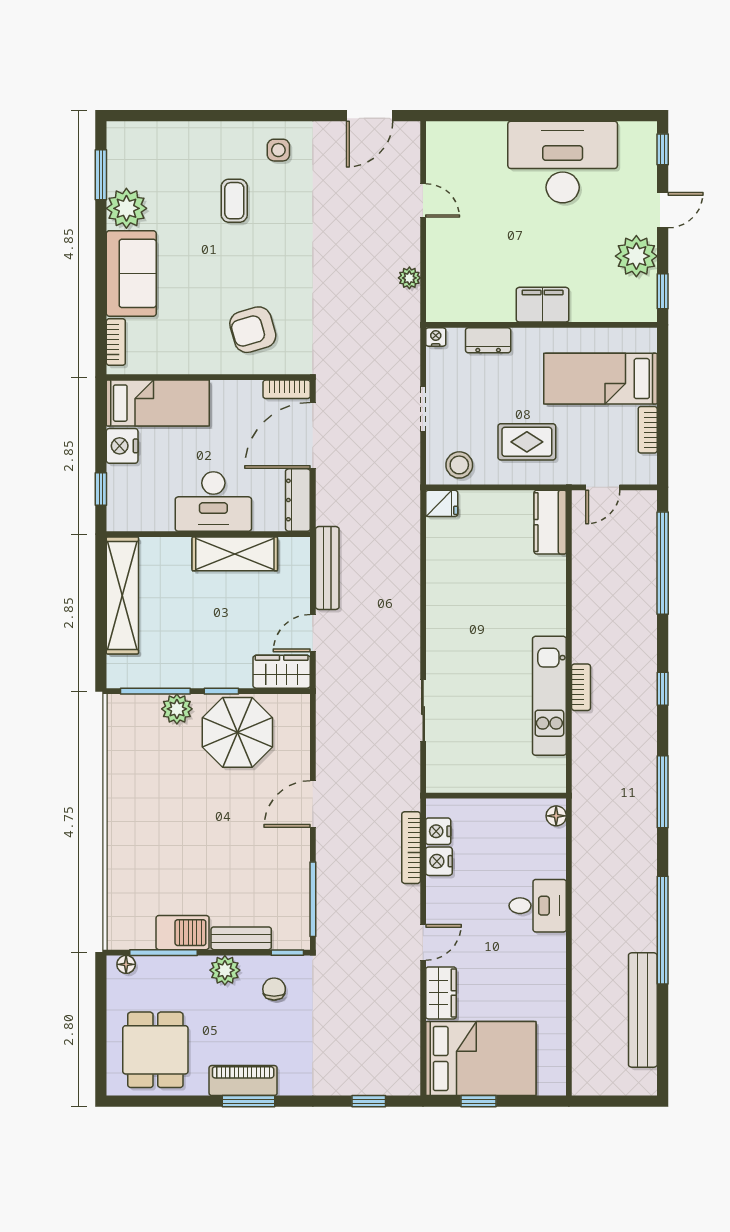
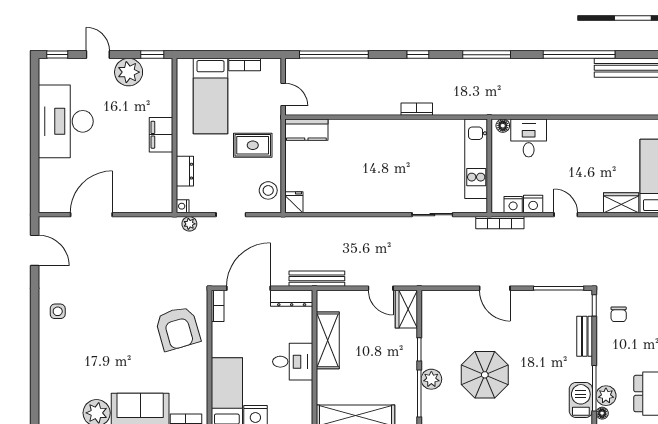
door: (423, 200) -> (91, 215), width x1.88
coffee table: (234, 201) -> (92, 341), removed
plant: (409, 278) -> (189, 224), moved
armchair: (253, 330) -> (178, 328), width x1.36, depth x1.36
door: (313, 435) -> (248, 288), swing flipped
rug: (527, 442) -> (253, 145), turned 90
desk: (213, 502) -> (293, 362), width x0.73
bench: (327, 568) -> (317, 279), moved
kitchen unit: (549, 696) -> (476, 159), moved, turned 90
parasol: (237, 732) -> (485, 375), moved
bookcase: (411, 848) -> (500, 223), moved
desk: (538, 906) -> (529, 138), moved
barbecue: (183, 933) -> (581, 400), moved
door: (423, 942) -> (566, 215), moved
plant: (225, 970) -> (606, 396), moved
chair: (274, 989) -> (619, 314), turned -90

